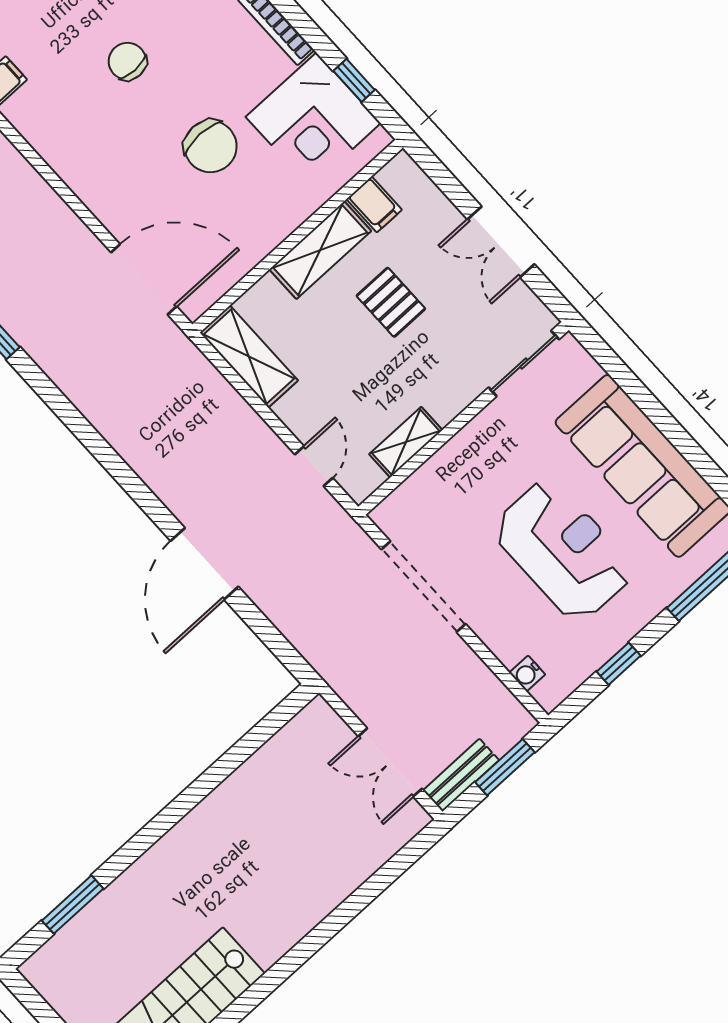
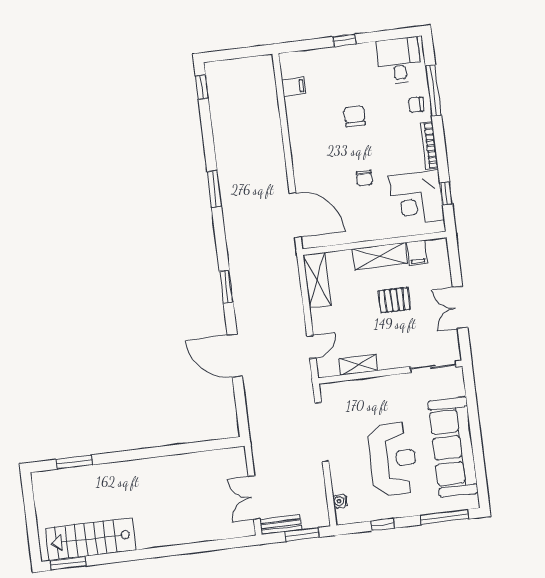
chair: (210, 146) -> (364, 178), width x0.54, depth x0.54
pallet: (391, 302) -> (394, 300), turned 90
window: (116, 466) -> (226, 287), added
door: (205, 564) -> (235, 356), hinge flipped

